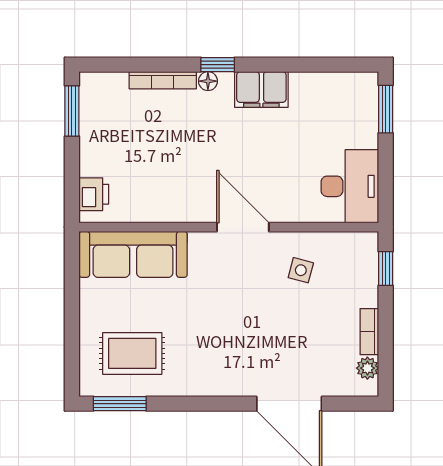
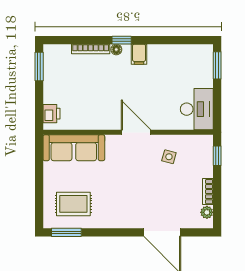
filing cabinet: (261, 89) -> (139, 54), width x0.50

